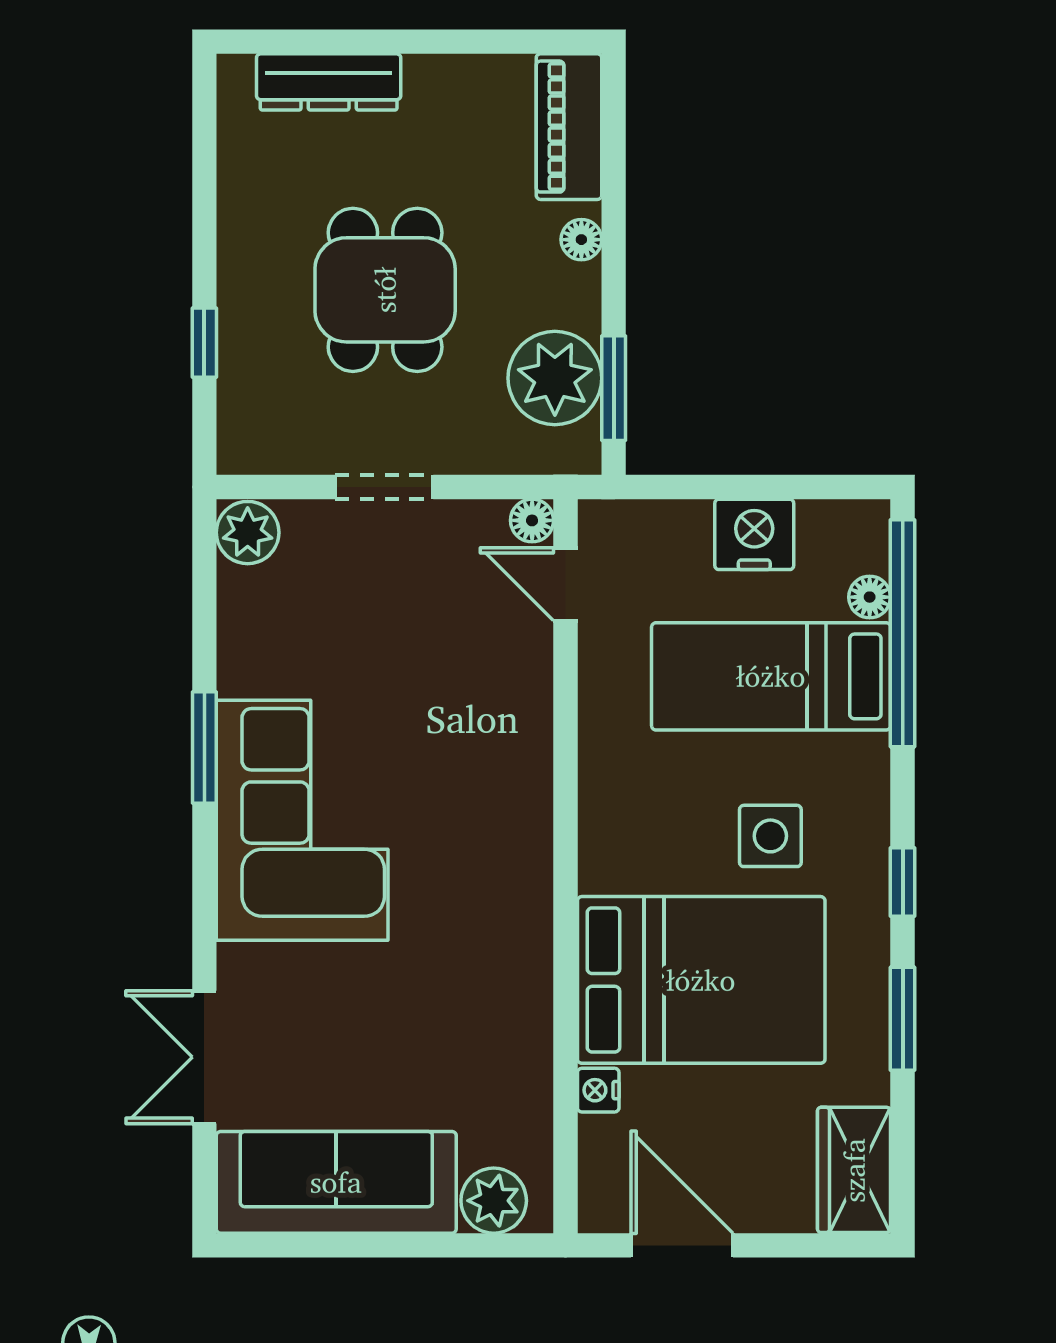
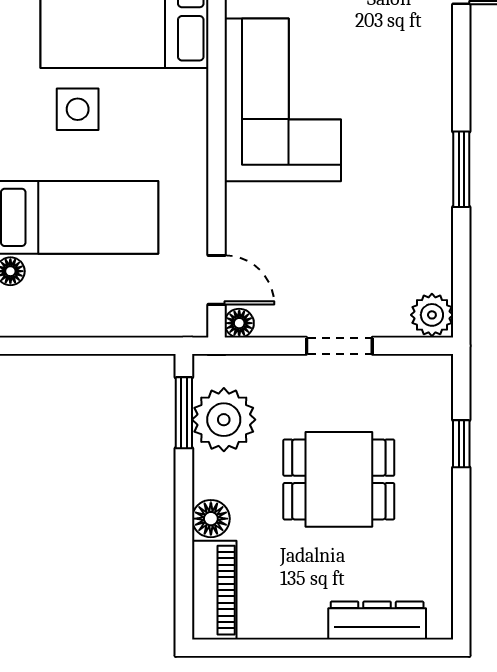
floor lamp: (581, 240) -> (211, 519), width x1.37, depth x1.37
dining table: (385, 290) -> (339, 479), turned 90
nightstand: (754, 534) -> (89, 314), removed
corner sofa: (302, 820) -> (283, 100), moved, turned 180

